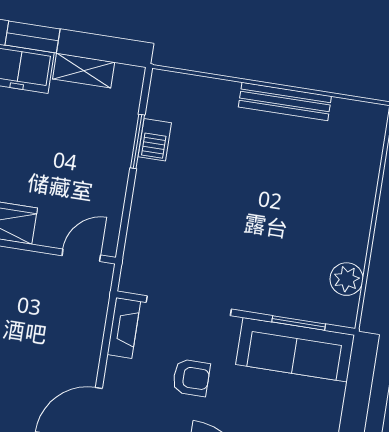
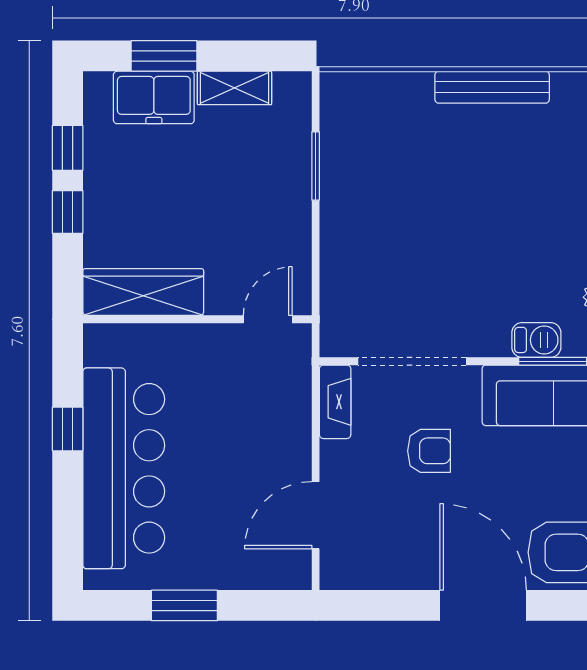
barbecue: (155, 140) -> (536, 340), moved, turned -90

